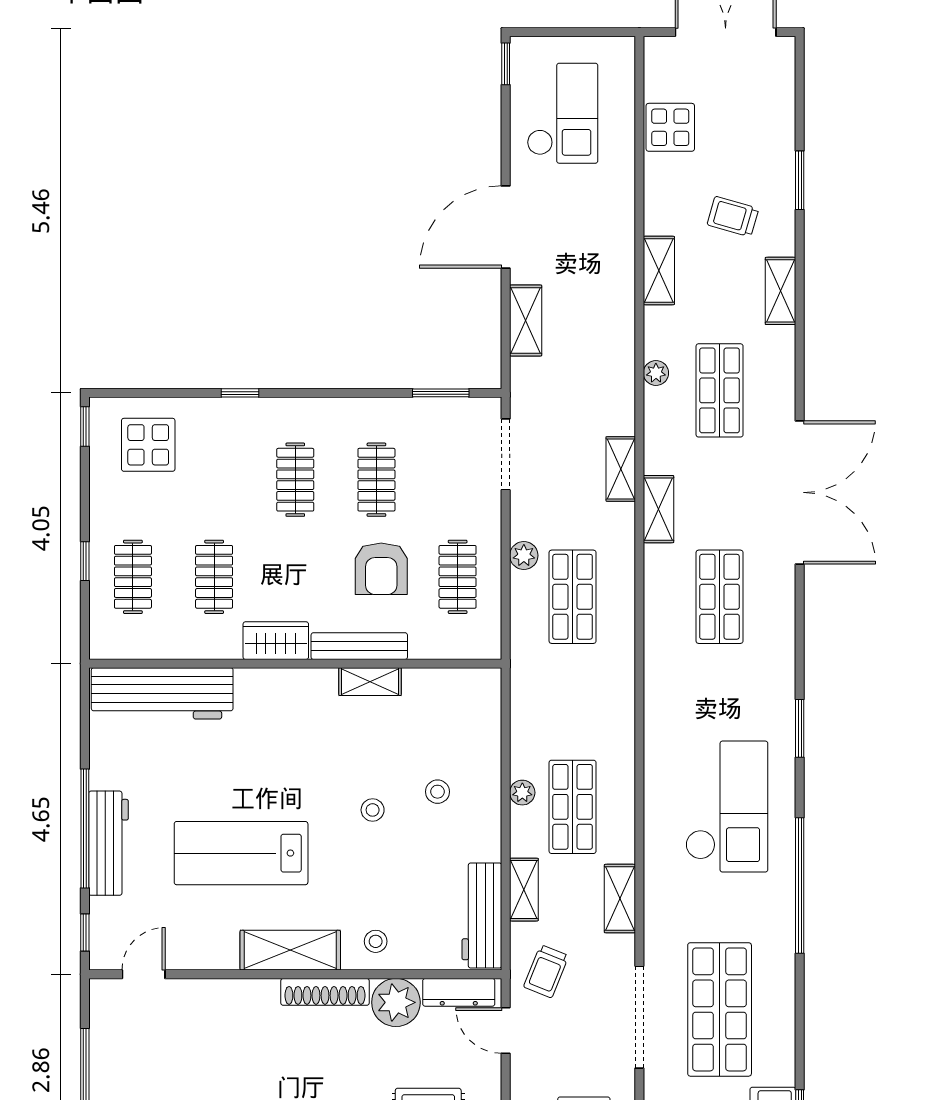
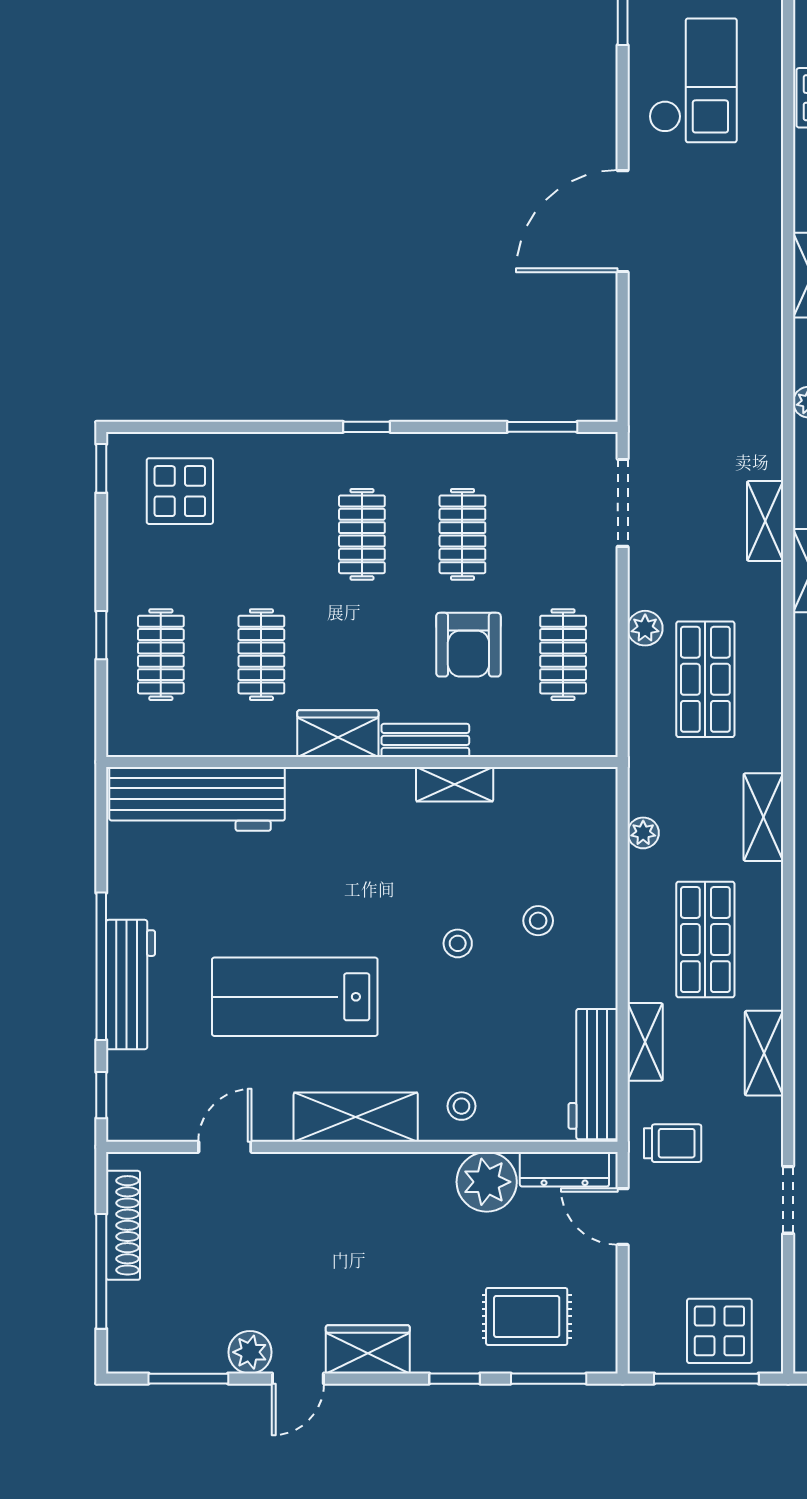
shelving: (526, 320) -> (763, 817), moved
window: (240, 393) -> (367, 427), moved
bench: (359, 646) -> (425, 740), width x0.73
plant: (522, 793) -> (643, 833), moved
trolley: (546, 971) -> (673, 1143), turned -112
door: (144, 974) -> (225, 1147), moved
shoe rack: (325, 992) -> (123, 1225), moved, turned -90
doorway: (639, 1017) -> (788, 1200), width x0.53

